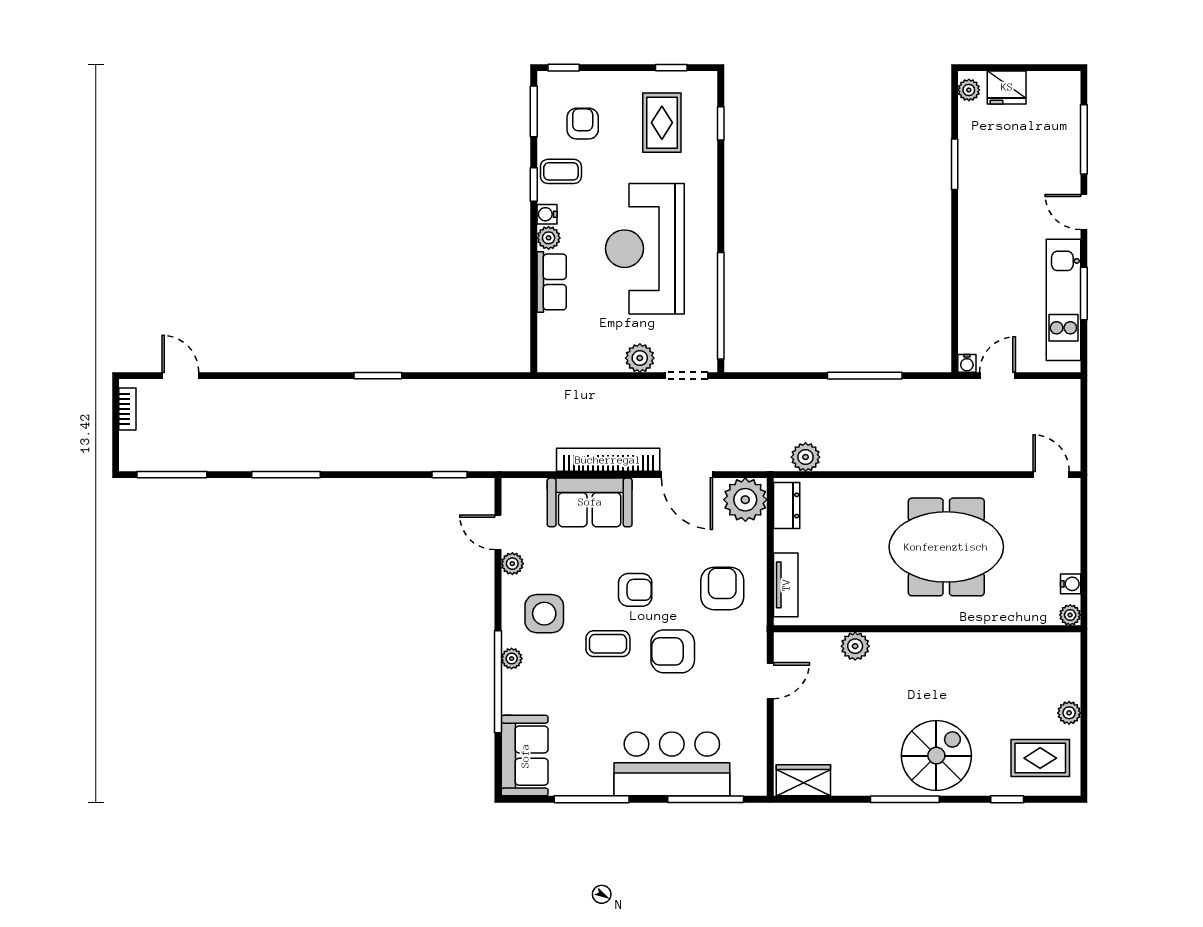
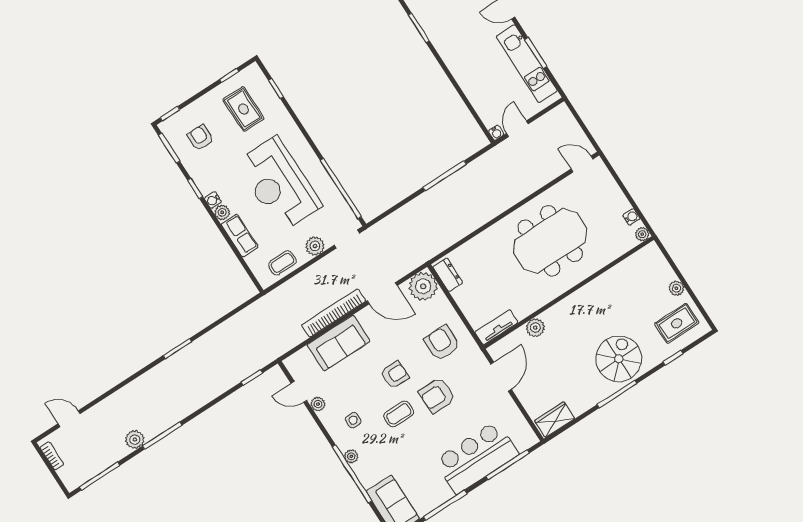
coffee table: (561, 171) -> (282, 263), moved
plant: (806, 457) -> (135, 440), moved
tv unit: (786, 585) -> (496, 327), moved, turned -90
side table: (544, 614) -> (353, 420), width x0.54, depth x0.54
door: (770, 681) -> (501, 377), width x1.38

